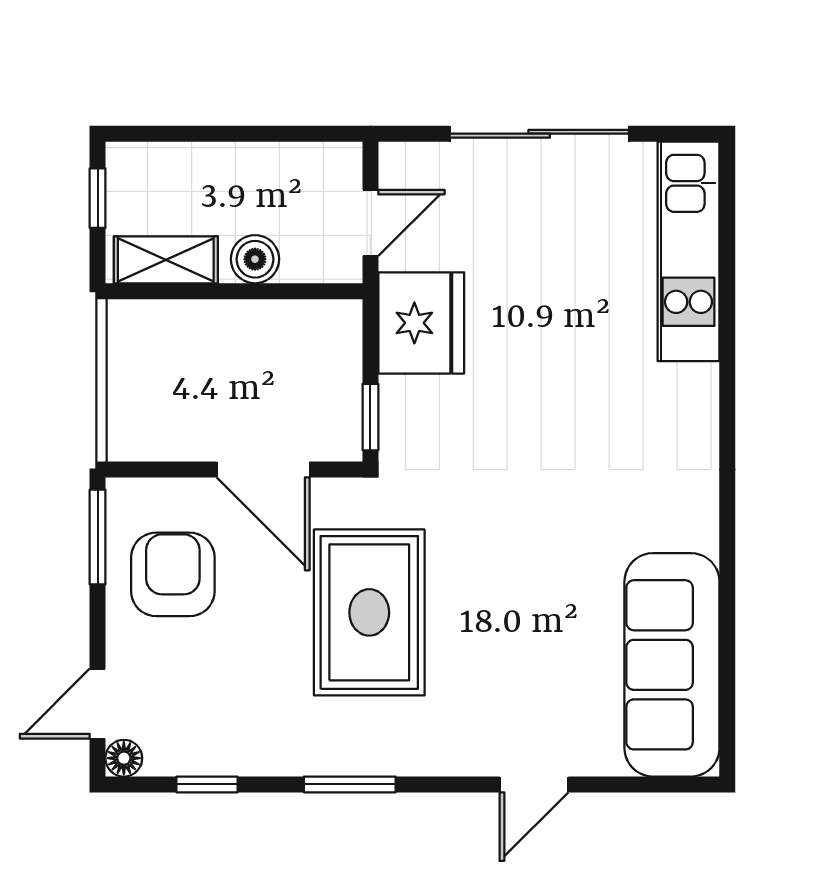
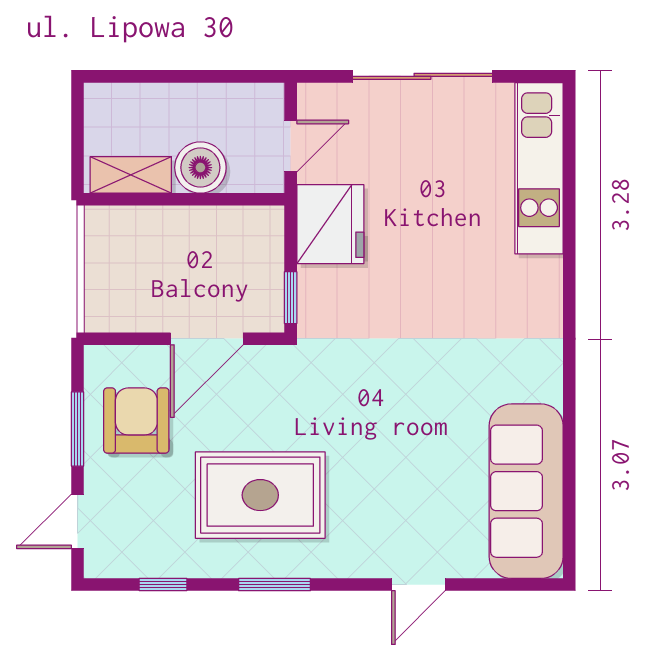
window: (98, 198) -> (78, 127), removed
boiler: (255, 259) -> (200, 168), width x1.36, depth x1.36
door: (263, 470) -> (207, 339), hinge flipped
window: (98, 537) -> (78, 429), moved
rug: (369, 612) -> (260, 495), moved, turned 90
floor lamp: (124, 758) -> (98, 564), removed

